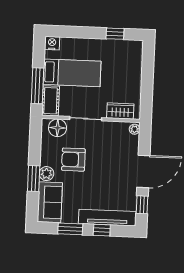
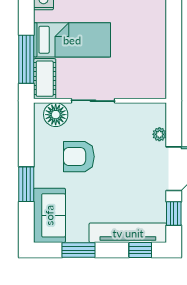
wardrobe: (120, 111) -> (139, 88), removed
plant: (135, 129) -> (159, 134), moved
plant: (46, 174) -> (43, 177), removed
window: (102, 230) -> (140, 250), moved

